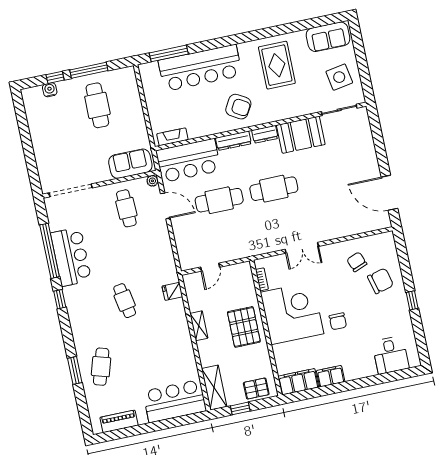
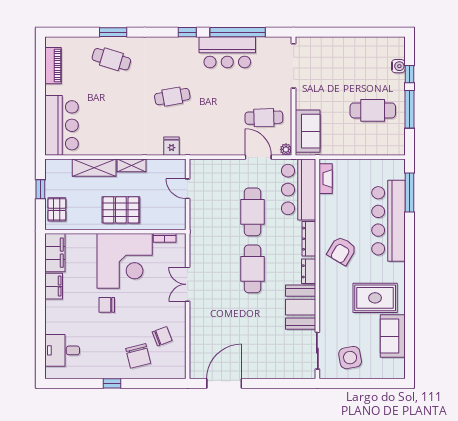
sofa: (328, 37) -> (393, 336), moved
door: (165, 206) -> (258, 157), swing flipped
shelving: (214, 388) -> (94, 168), moved

